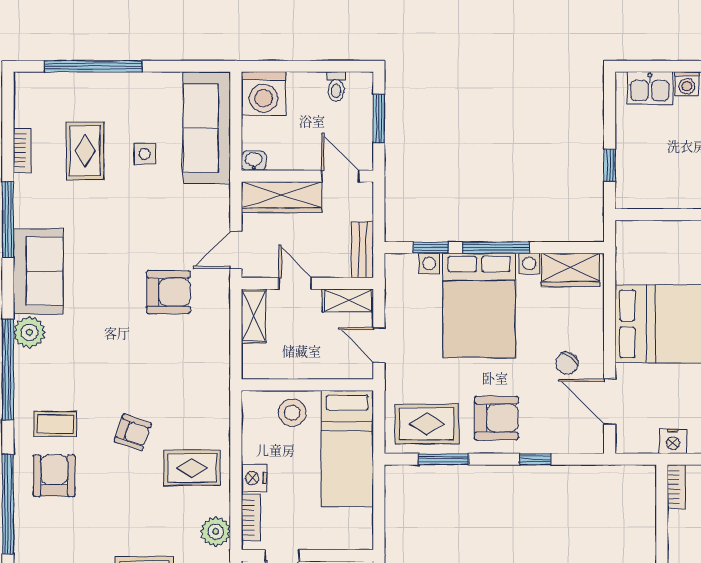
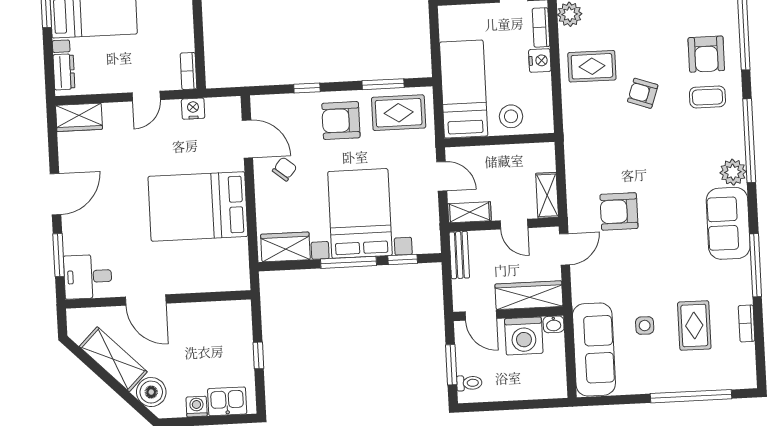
toilet: (336, 87) -> (469, 383), moved, turned 90
washing machine: (263, 94) -> (524, 336), moved, turned 180
window: (610, 165) -> (258, 355), moved

